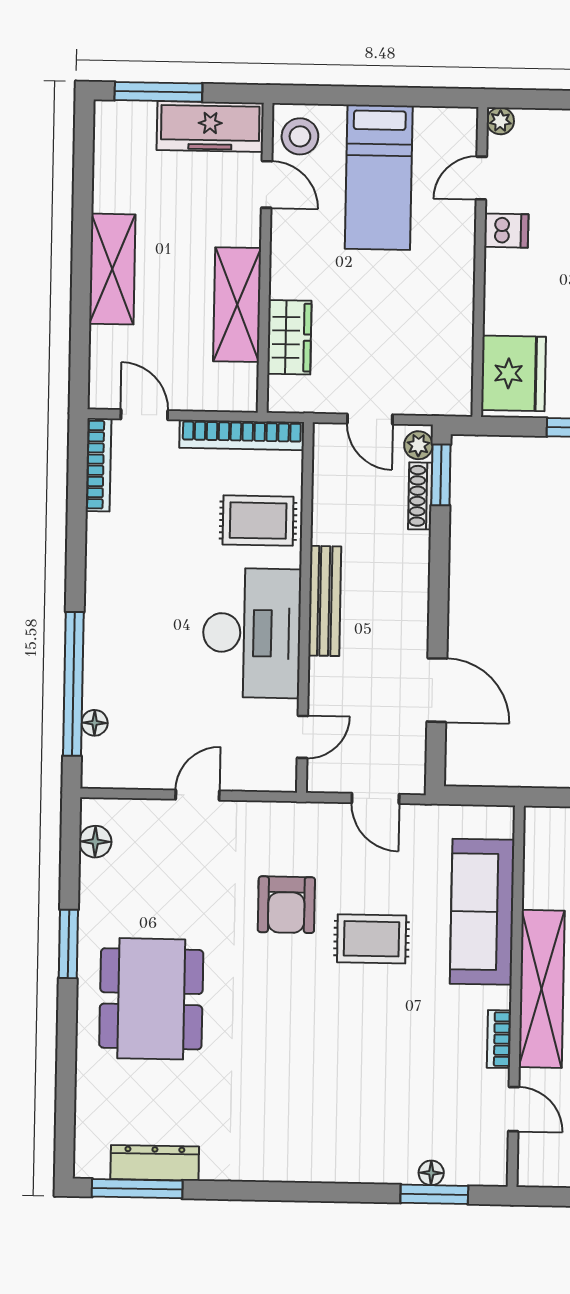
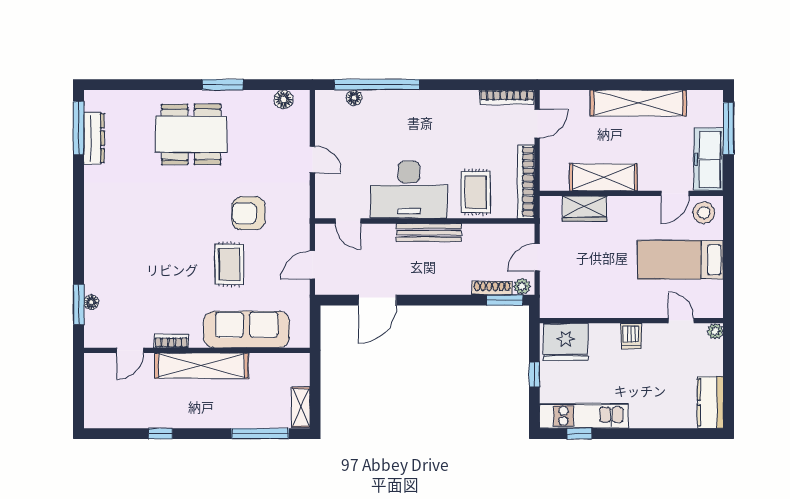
dishwasher: (506, 231) -> (631, 336), moved
shelving: (112, 269) -> (638, 103), width x1.47

